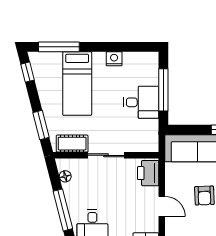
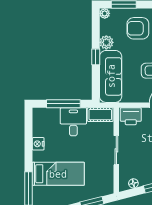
cot: (72, 144) -> (100, 115), moved, turned 90

